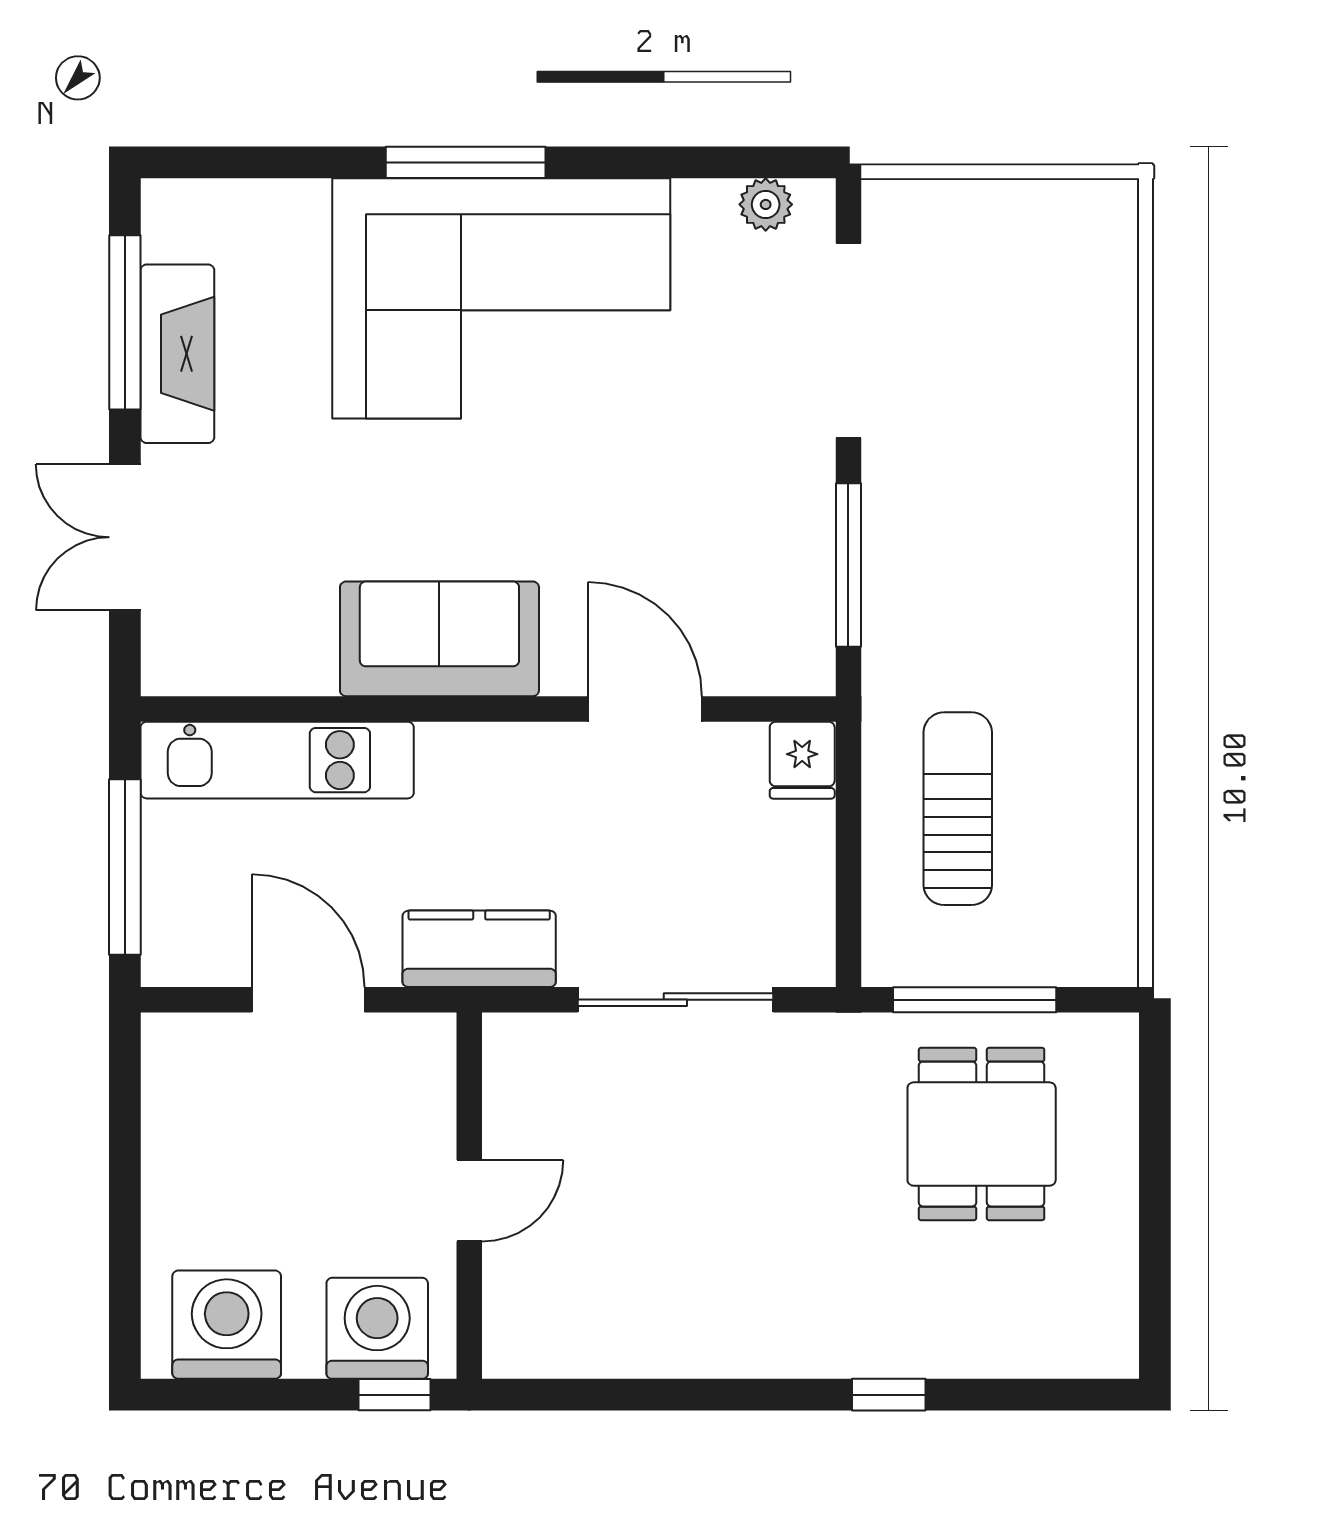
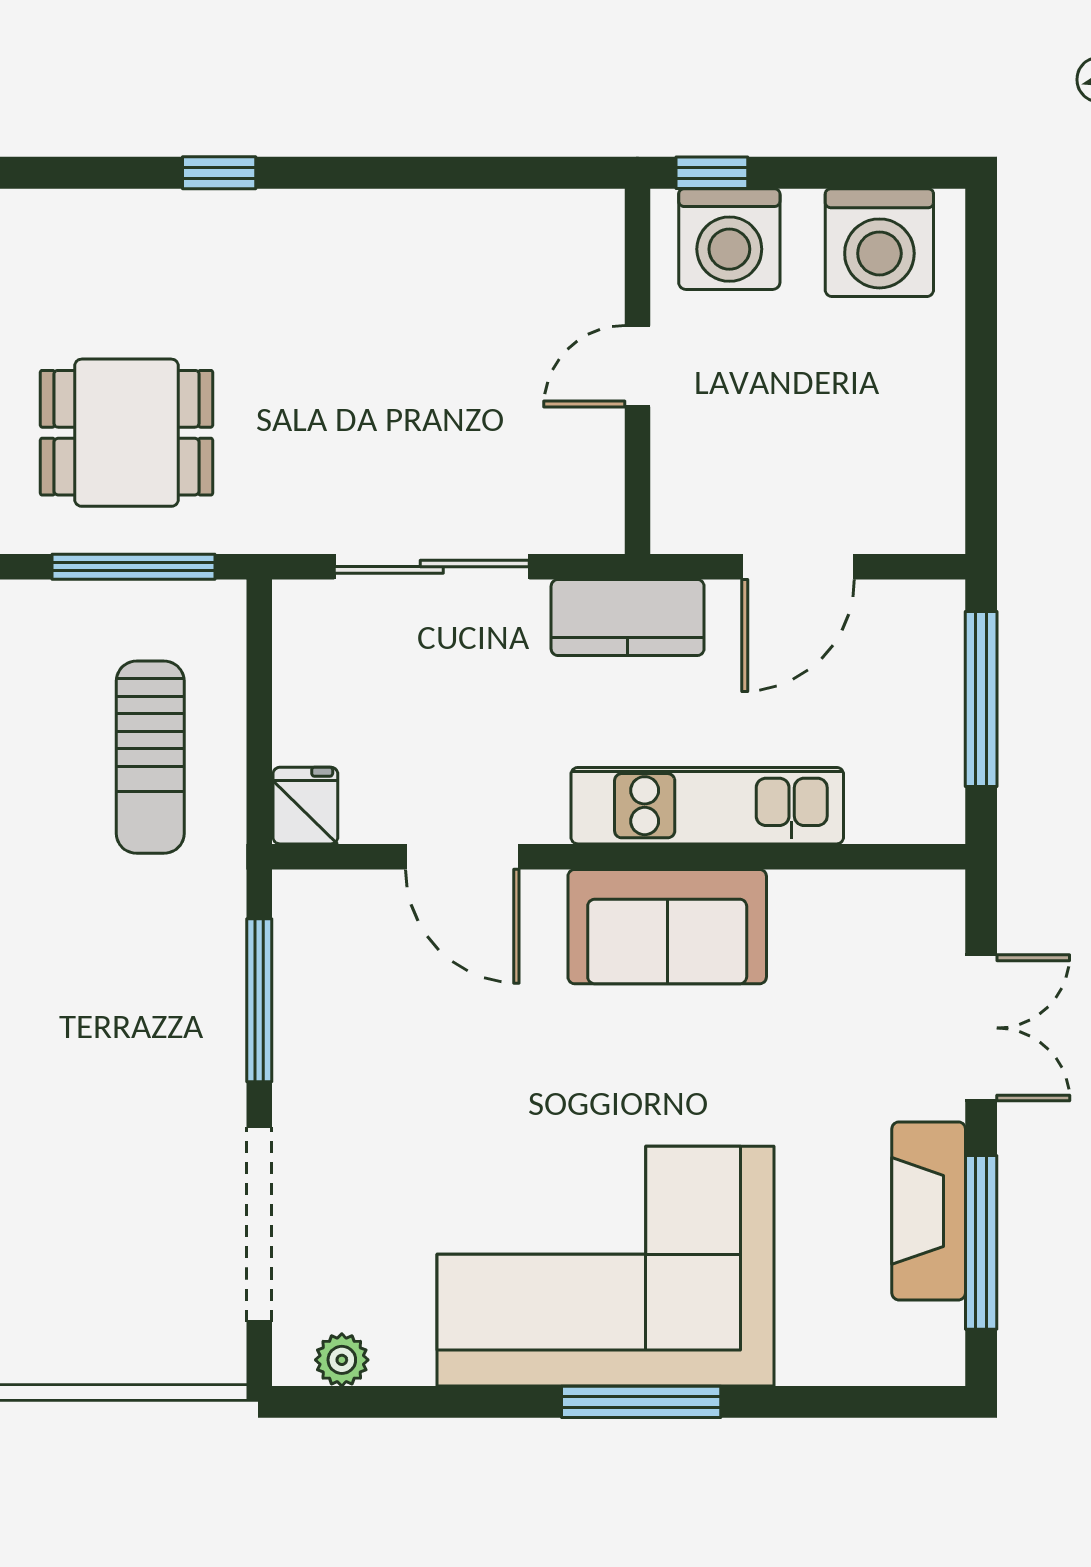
kitchen unit: (277, 760) -> (707, 806), moved
door: (308, 1000) -> (798, 567), hinge flipped
dining table: (982, 1134) -> (127, 433), turned 90

